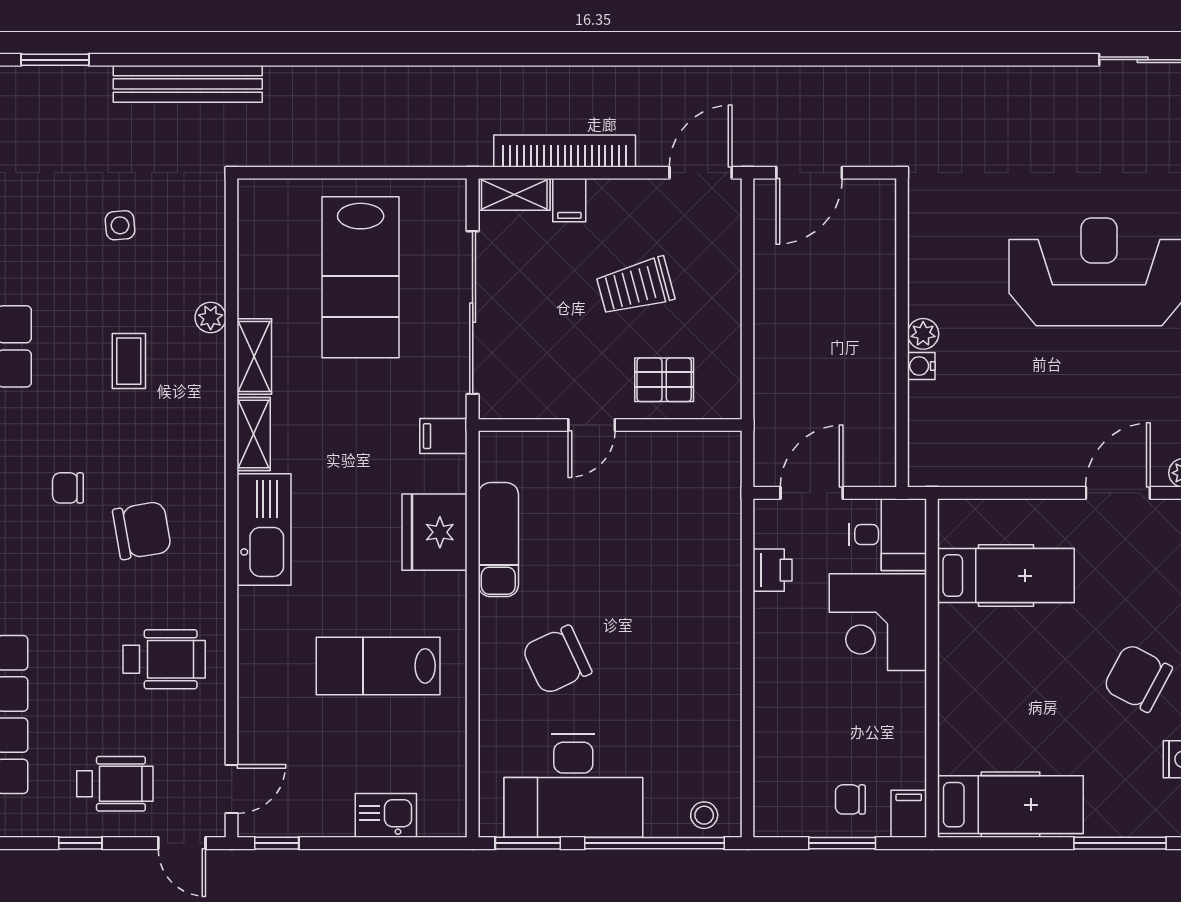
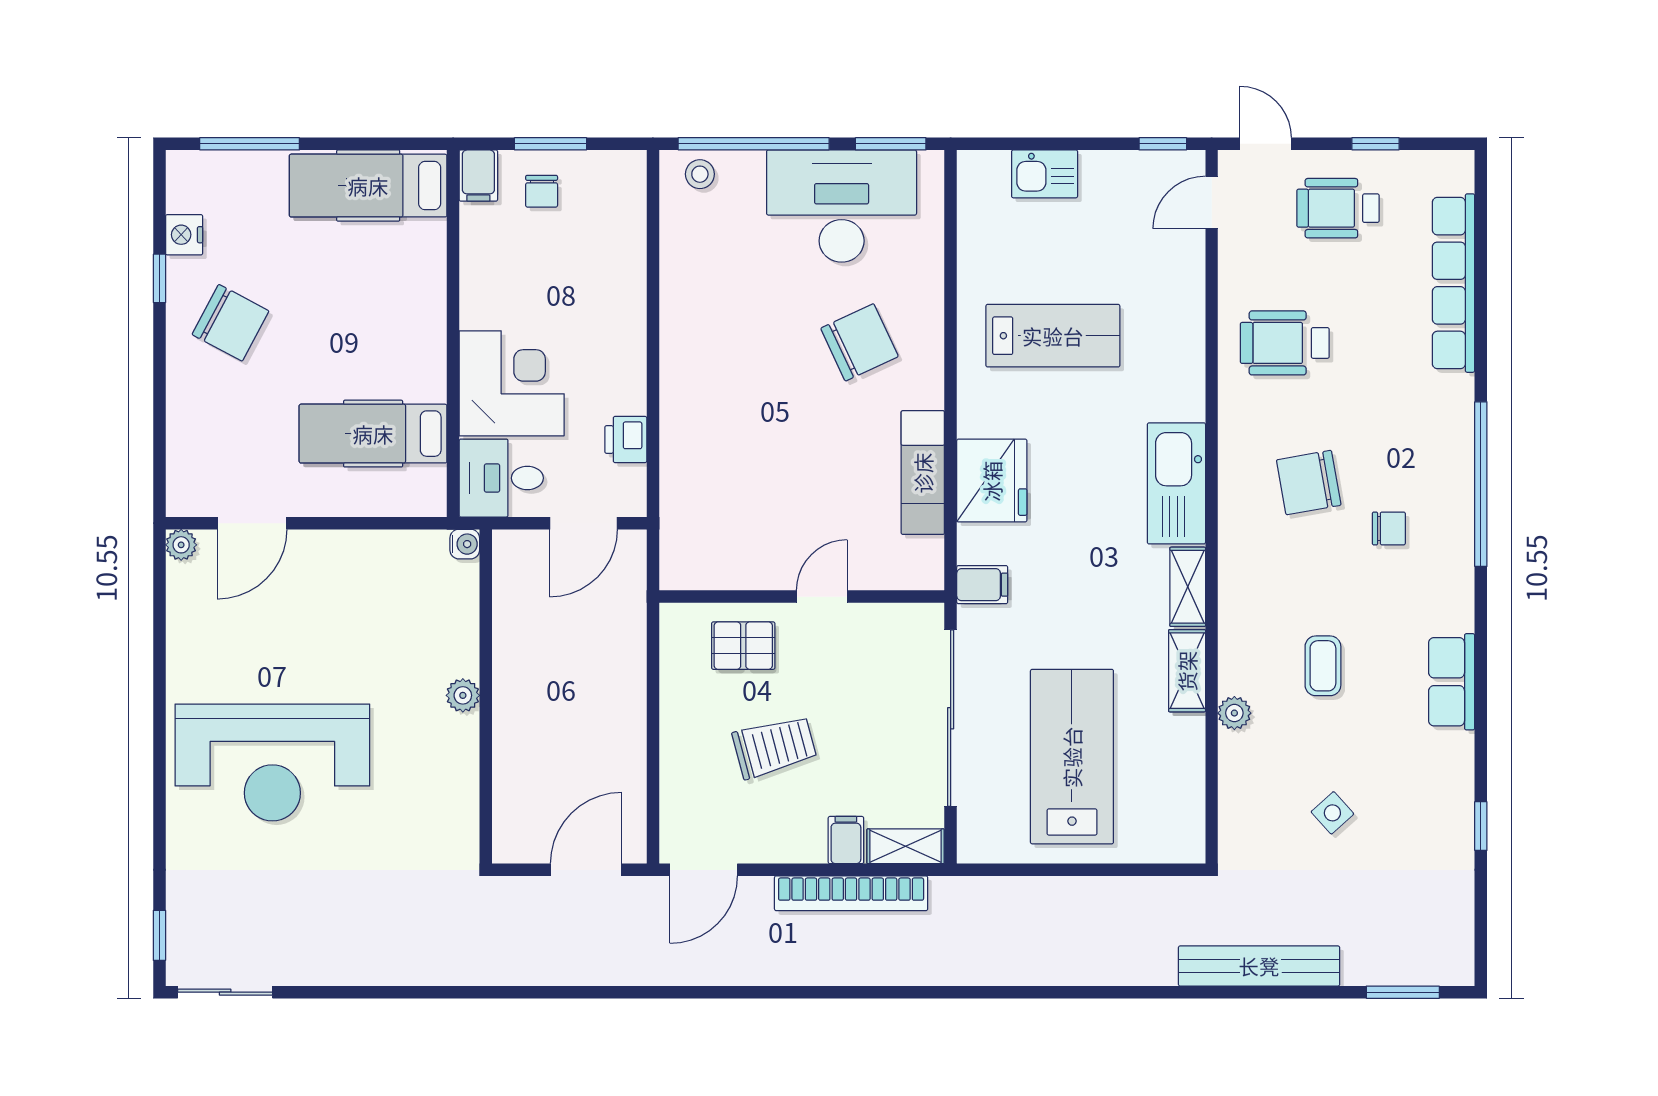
side table: (120, 225) -> (1332, 813), turned -37
water cooler: (921, 366) -> (465, 544), moved
chair: (850, 799) -> (542, 191), turned 90

